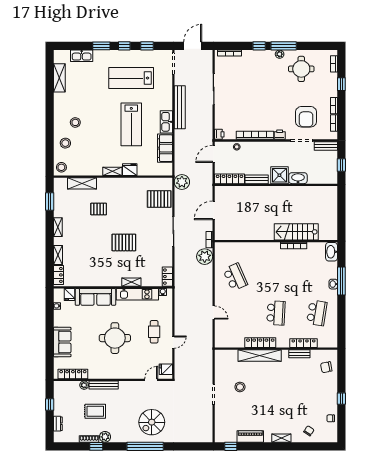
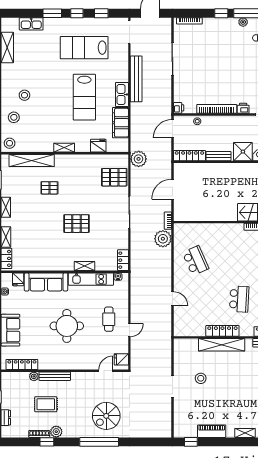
fridge: (130, 170) -> (98, 146), moved
shelving: (82, 183) -> (32, 160), width x1.47

